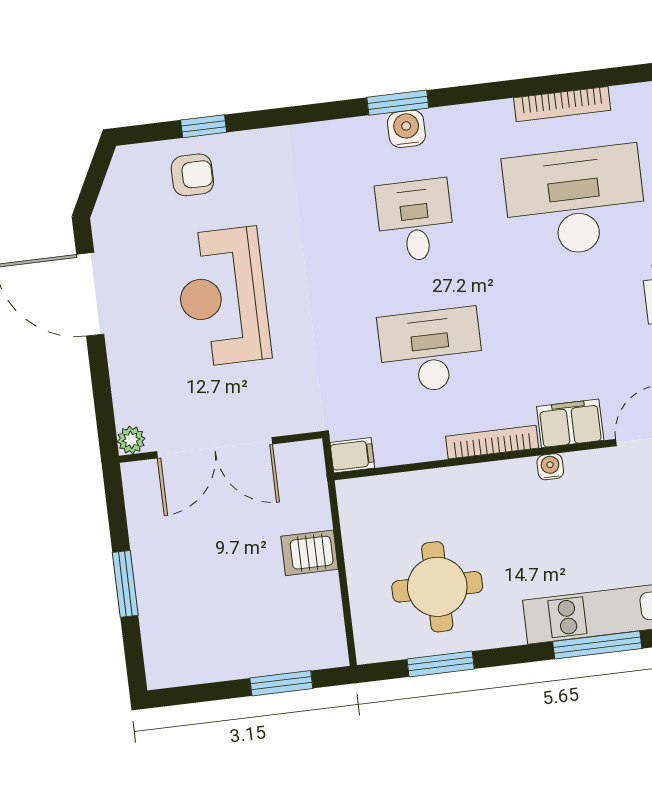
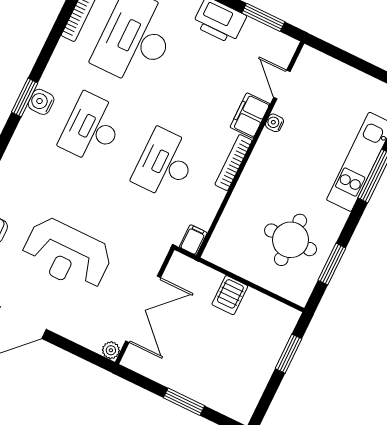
desk: (415, 220) -> (92, 128), width x1.37
water cooler: (550, 467) -> (274, 123), moved

